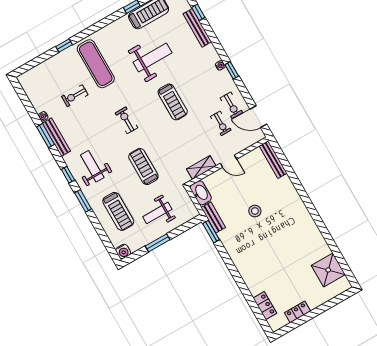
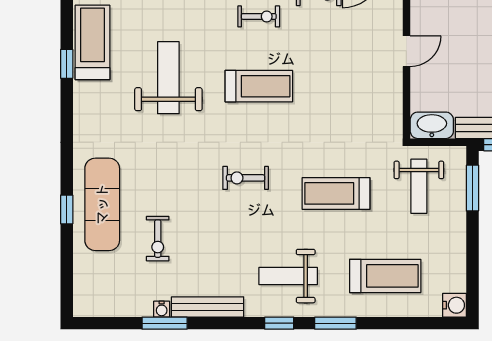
exercise mat: (96, 64) -> (102, 204), moved, turned 90
exercise bike: (221, 123) -> (259, 16), moved
window: (45, 136) -> (165, 323), moved
shelving: (201, 168) -> (391, 101), removed
weight bench: (157, 213) -> (419, 186), moved
window: (158, 243) -> (472, 188), moved

